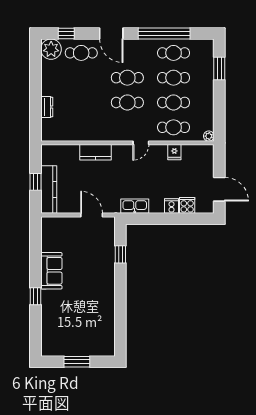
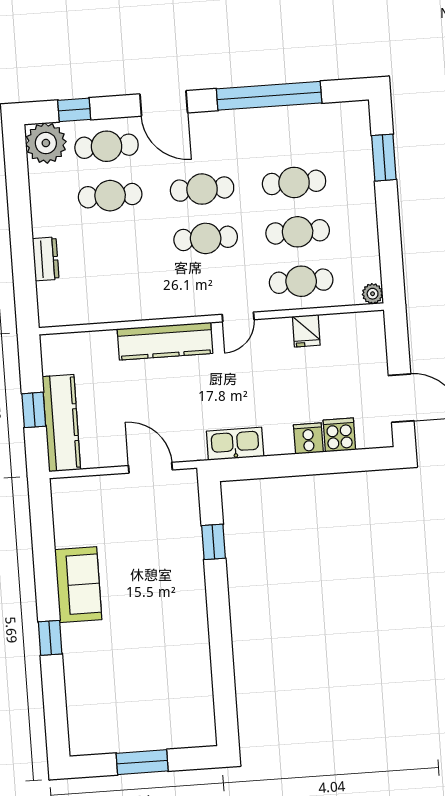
cafe table: (174, 53) -> (110, 196), moved
kitchen counter: (96, 152) -> (165, 341), width x1.50

